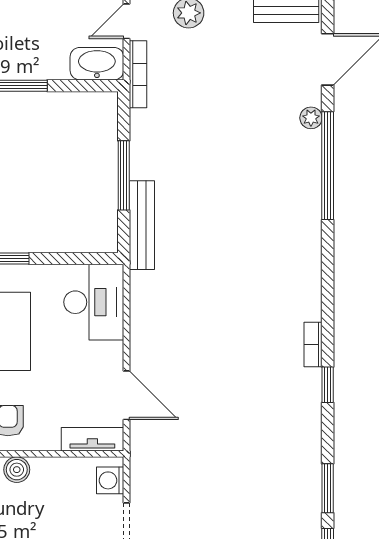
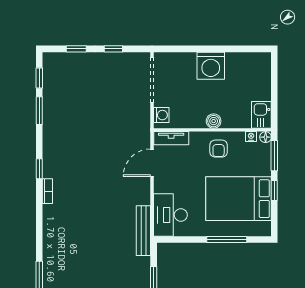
bench: (142, 225) -> (143, 231), moved
door: (127, 395) -> (152, 163), hinge flipped

